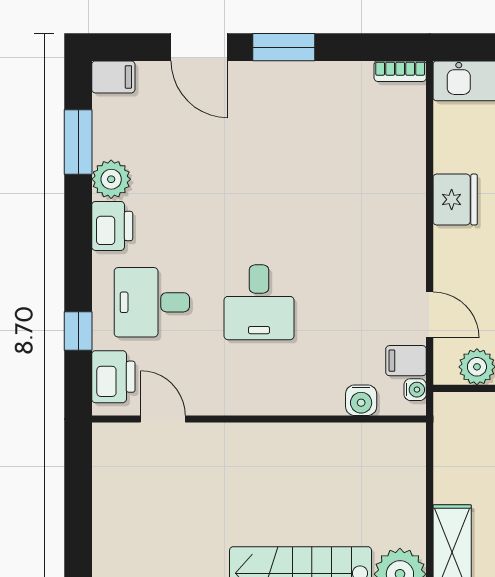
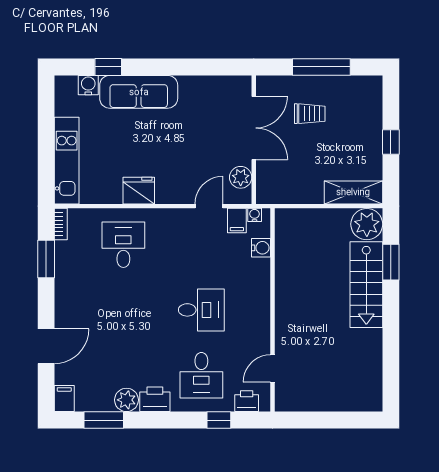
window: (284, 47) -> (46, 259), moved
desk: (366, 174) -> (123, 245), added
printer: (113, 377) -> (247, 401), width x0.73, depth x0.81

